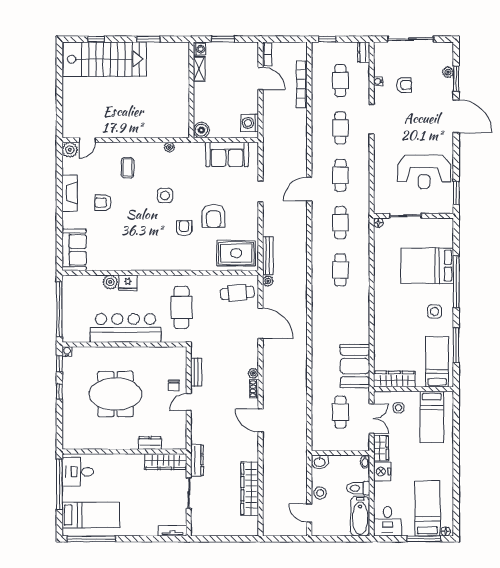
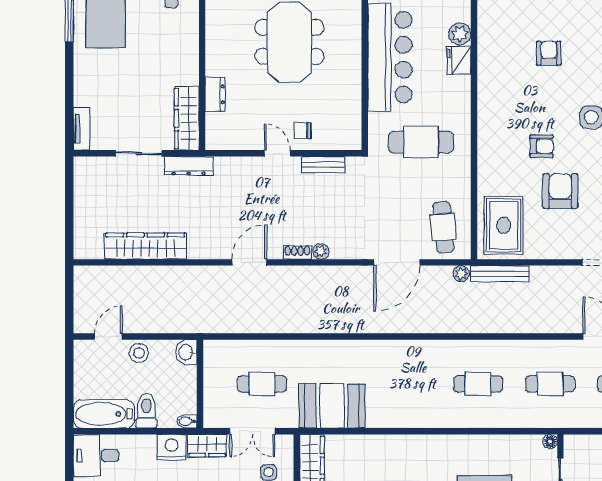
armchair: (103, 203) -> (549, 53), moved
armchair: (214, 216) -> (560, 191), turned 90

